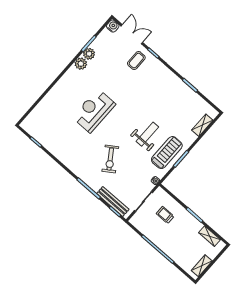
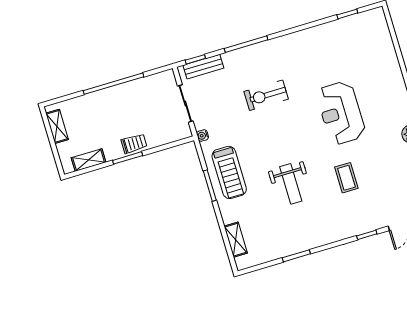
coffee table: (136, 60) -> (346, 178), moved
reception desk: (94, 111) -> (341, 113), turned 180
weight bench: (147, 134) -> (291, 184), moved
exercise bike: (110, 159) -> (266, 95), turned -56
bench: (113, 201) -> (203, 67), width x0.73
trolley: (165, 215) -> (134, 144), moved

